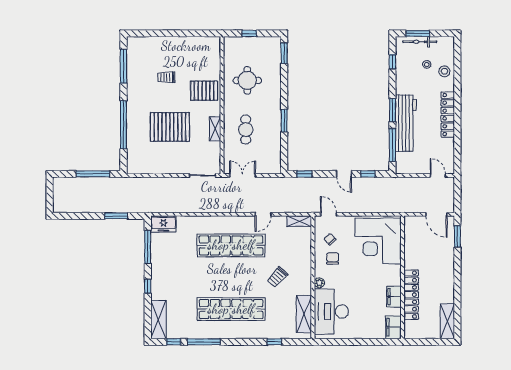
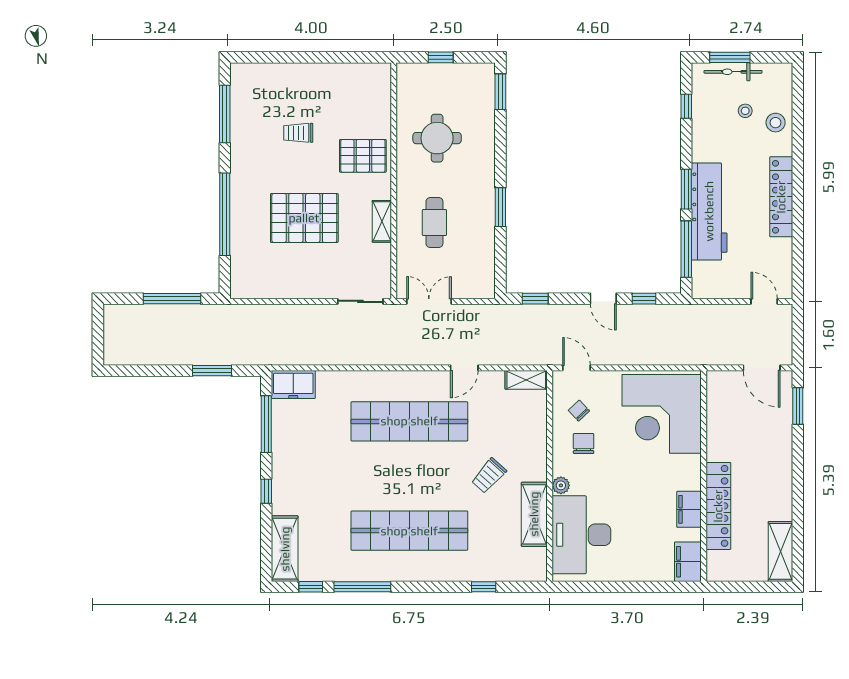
shelving: (304, 314) -> (534, 514), moved

